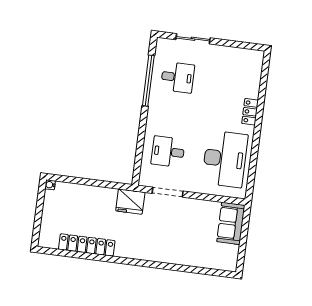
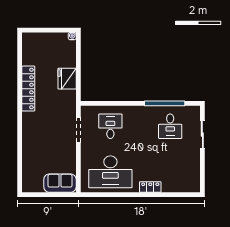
fridge: (130, 202) -> (67, 79), moved
locker: (87, 245) -> (28, 89), moved

